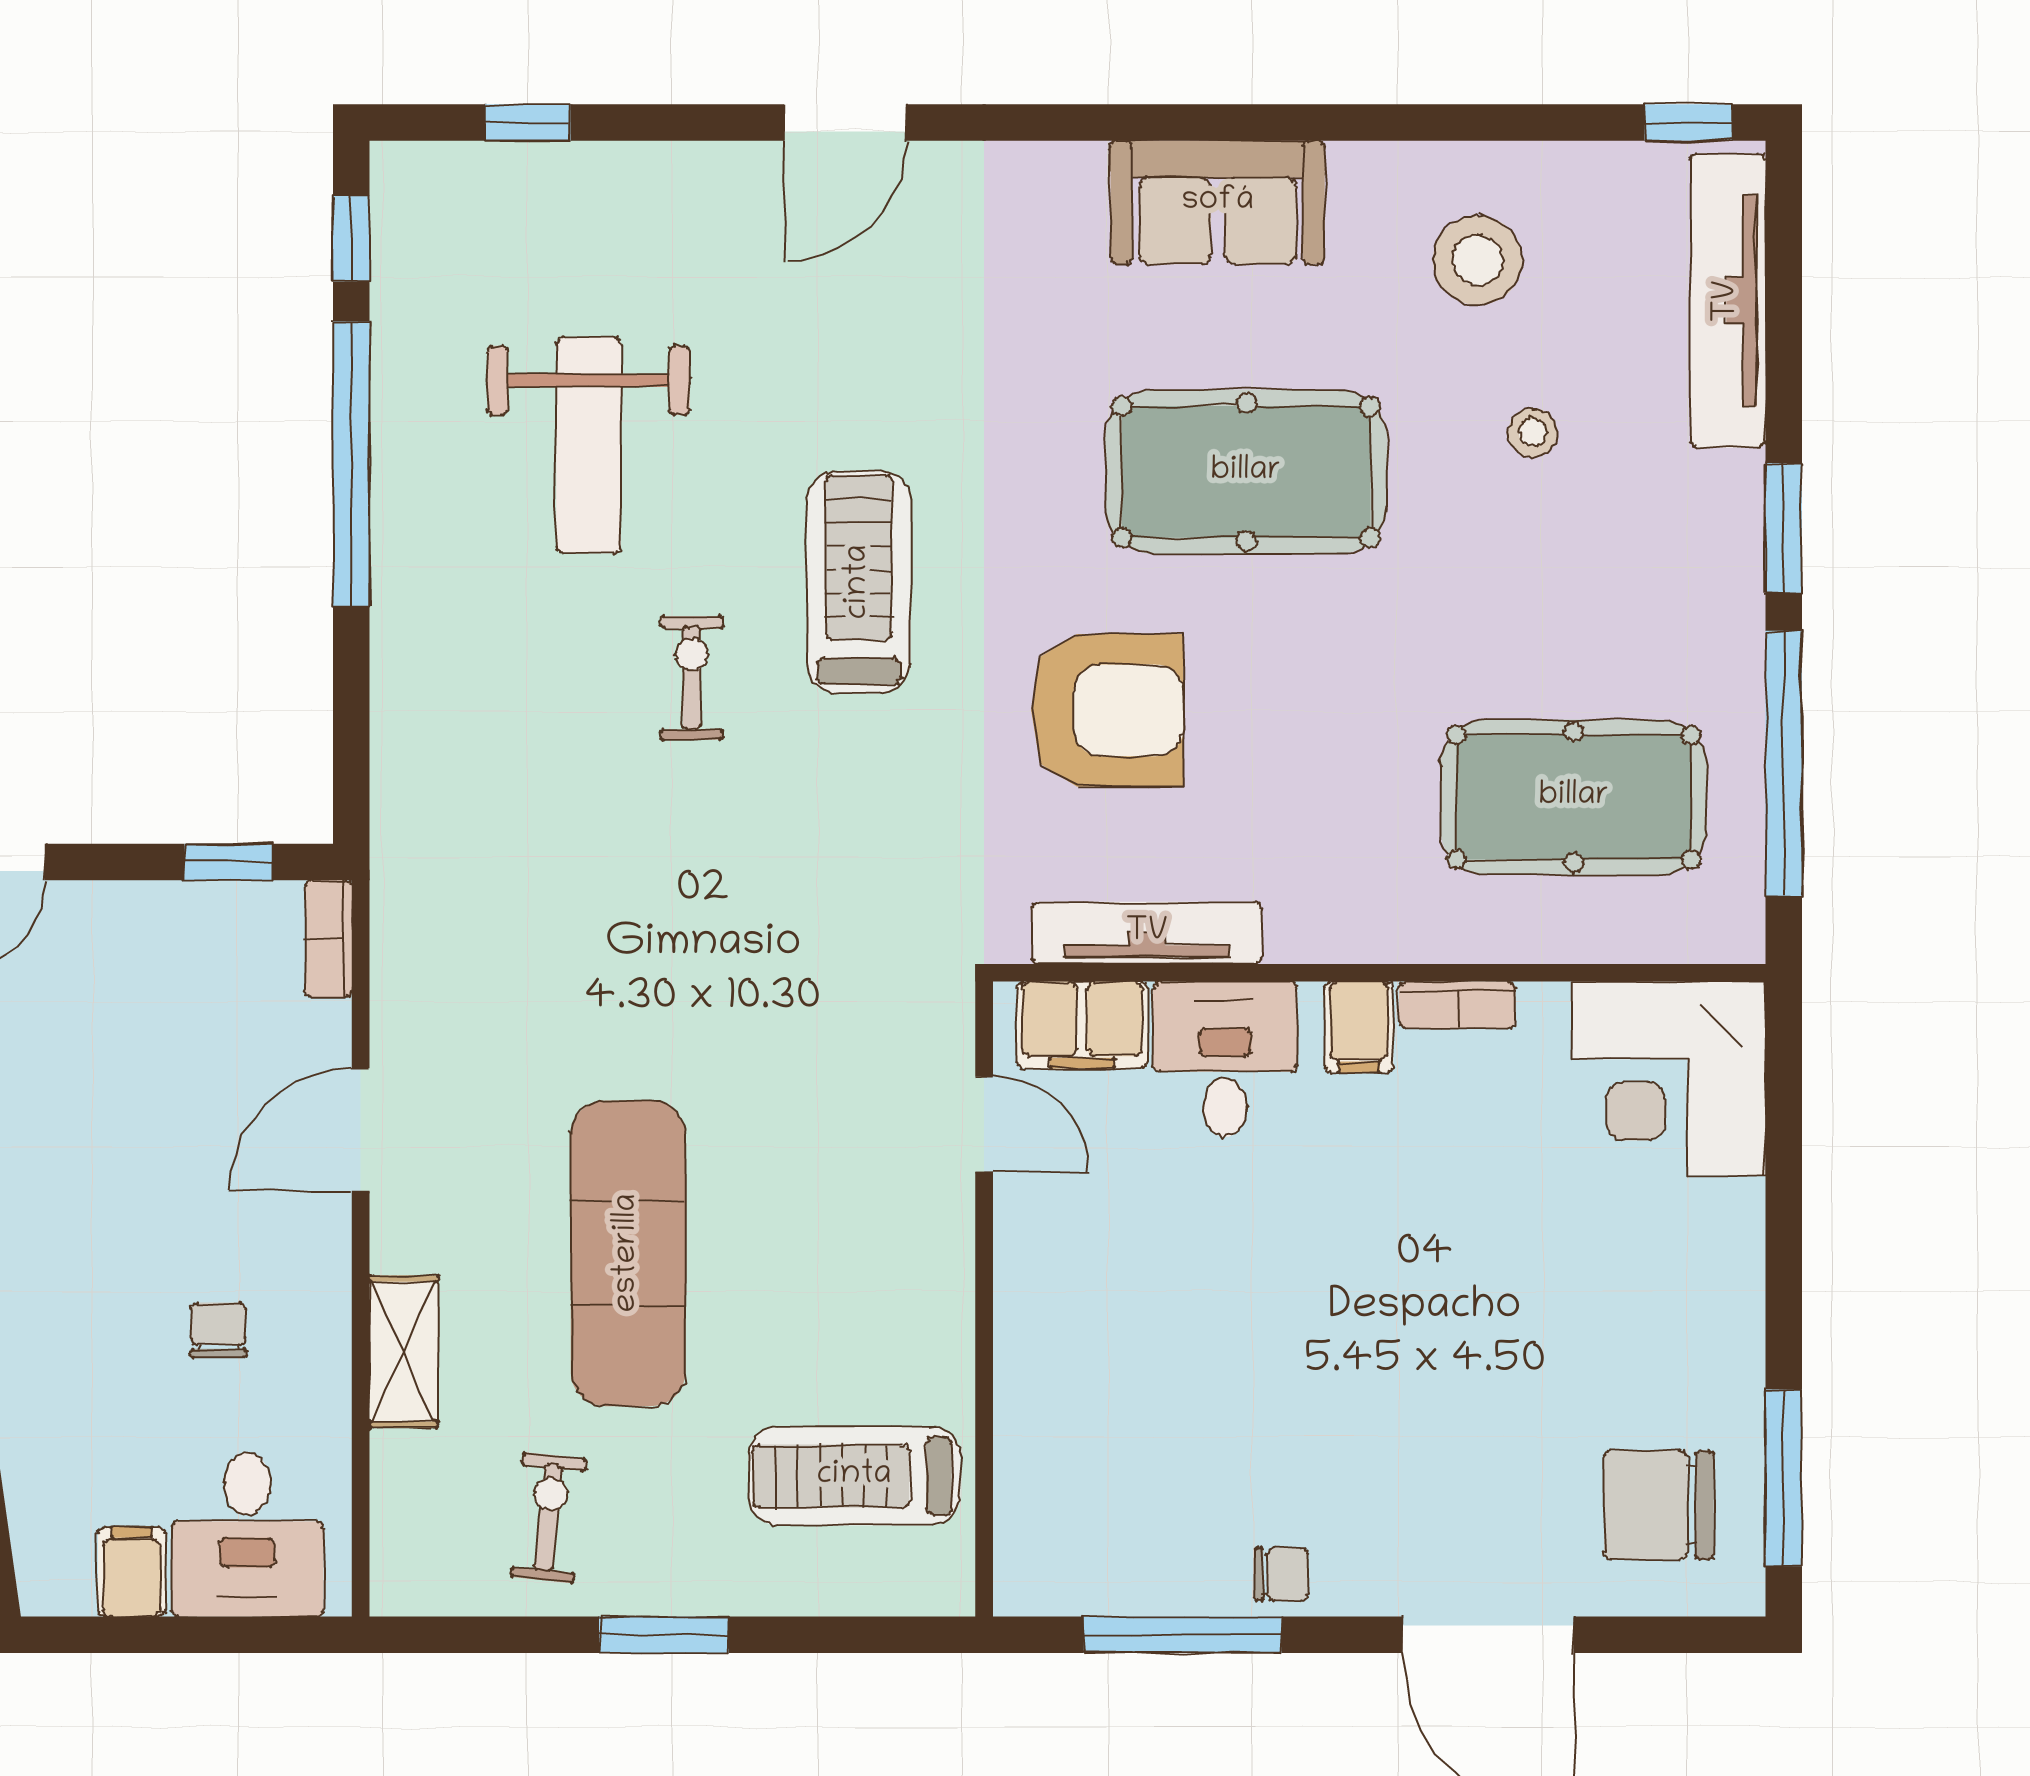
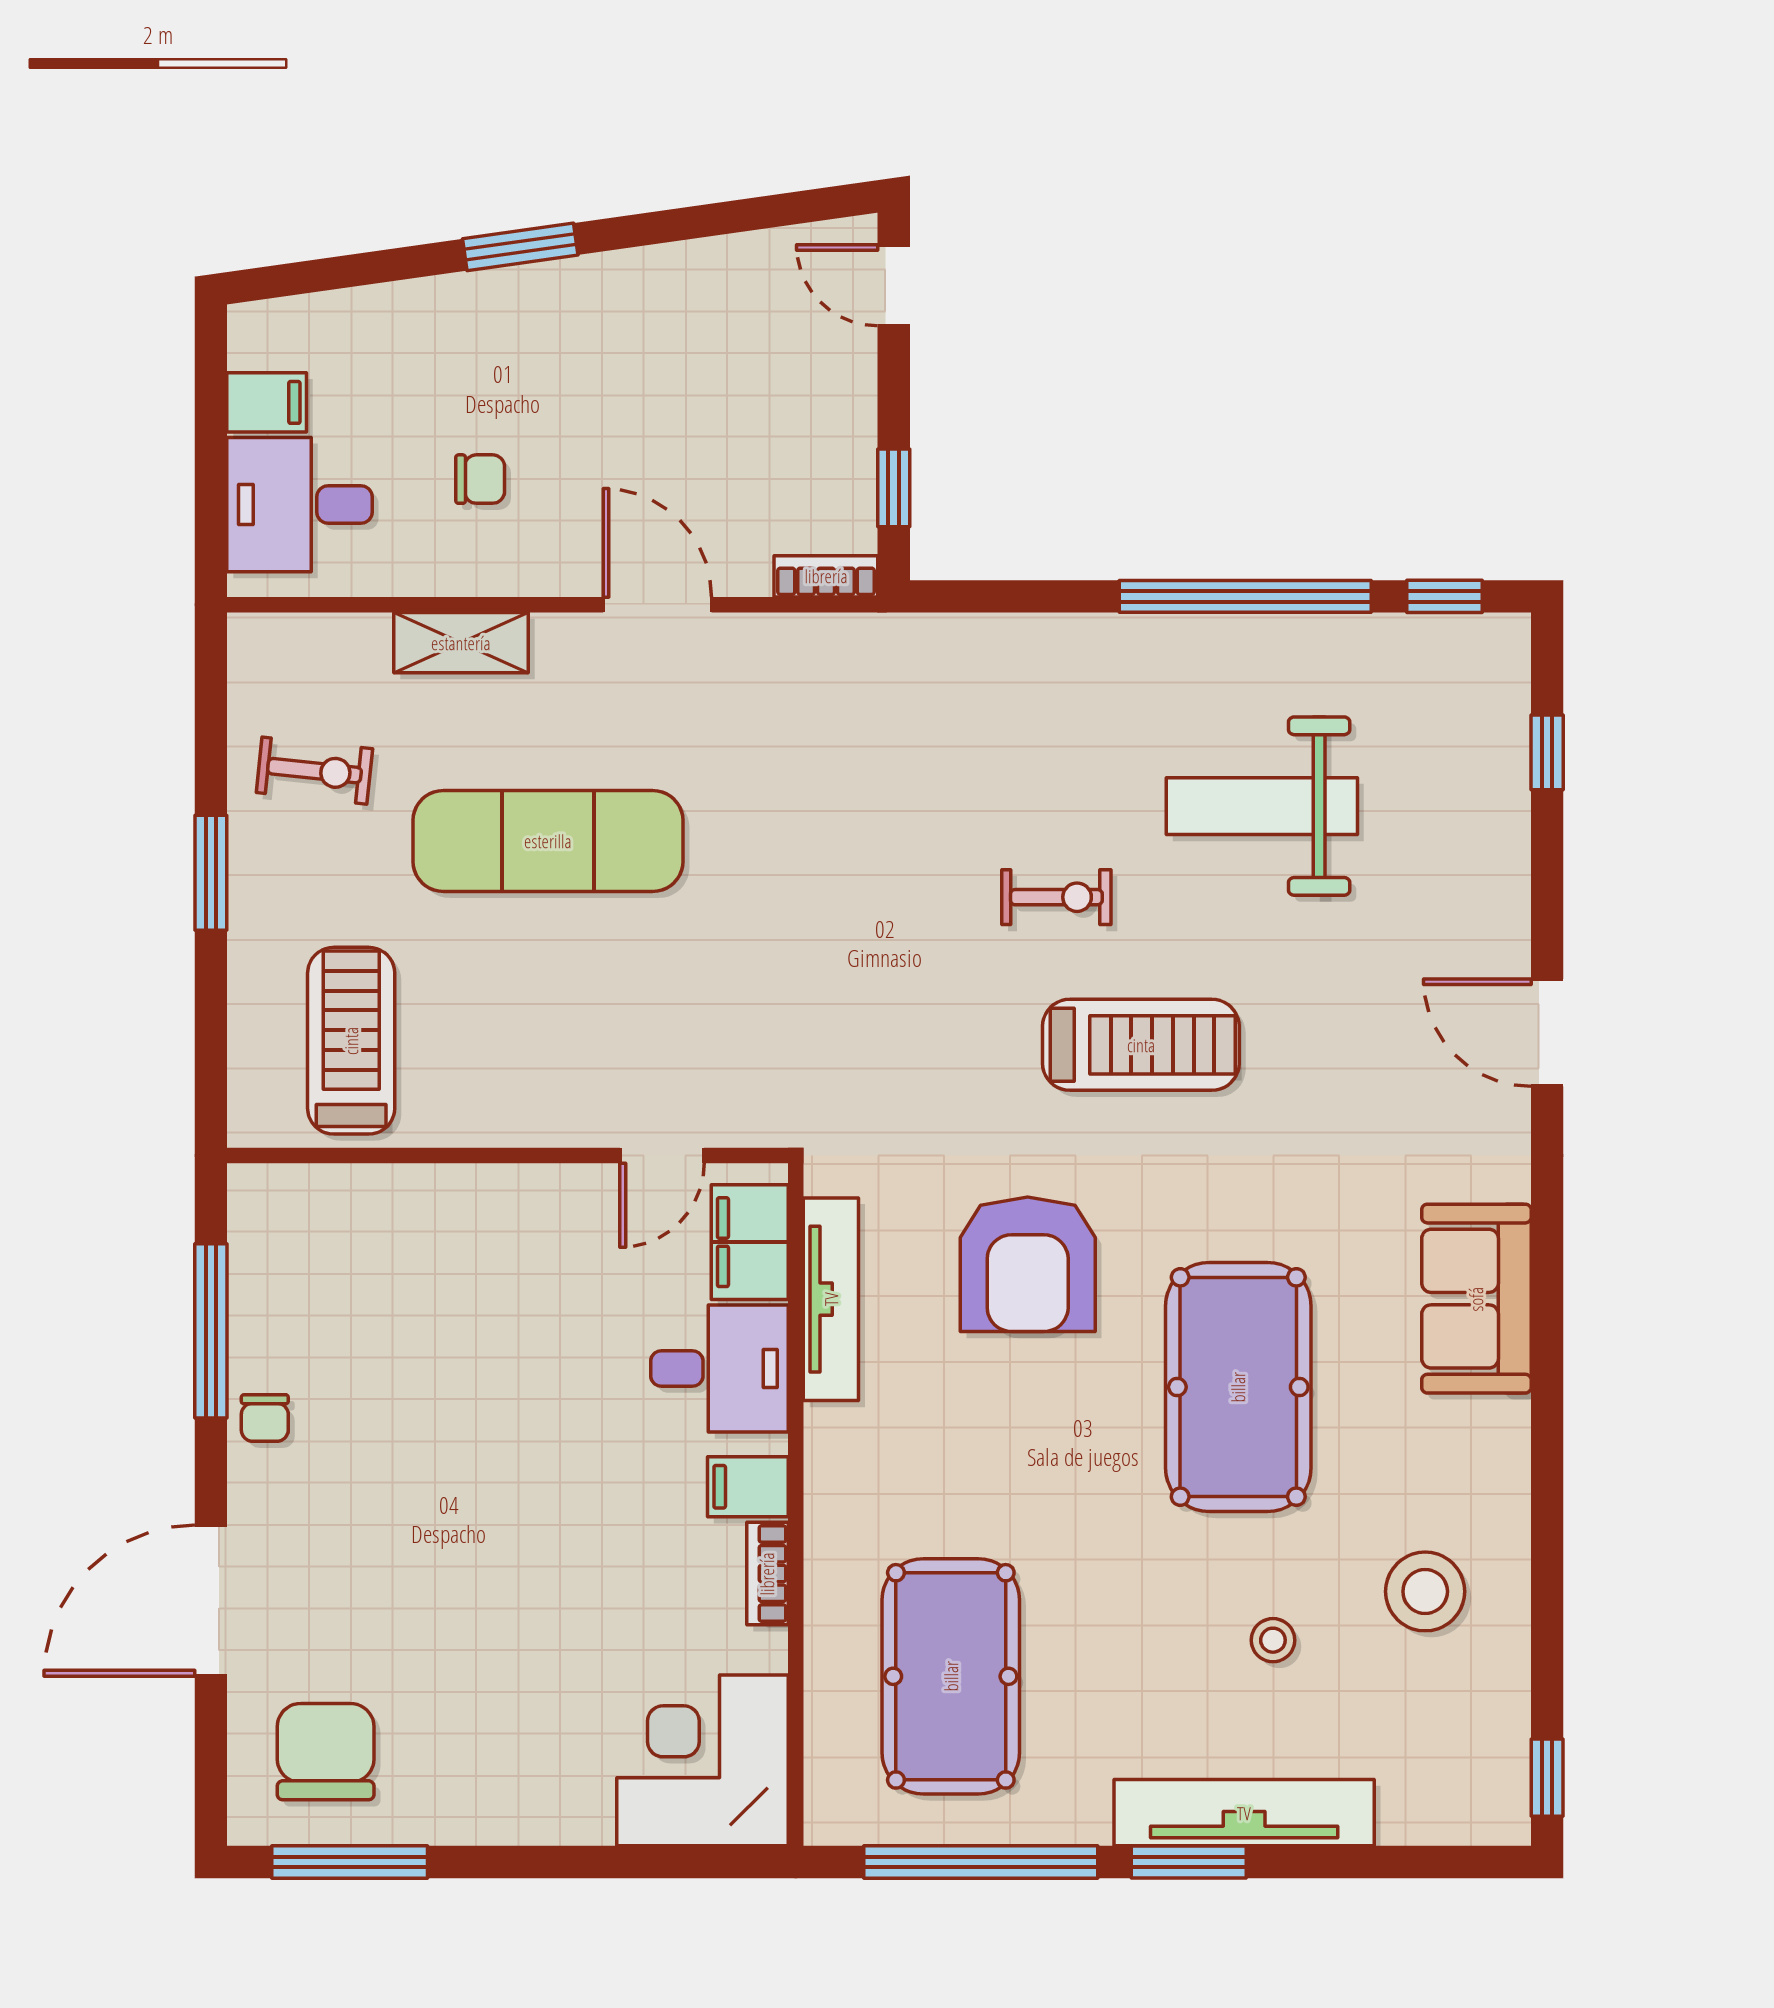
sofa: (1218, 202) -> (1476, 1299), moved
tv unit: (1728, 301) -> (1244, 1813), moved

